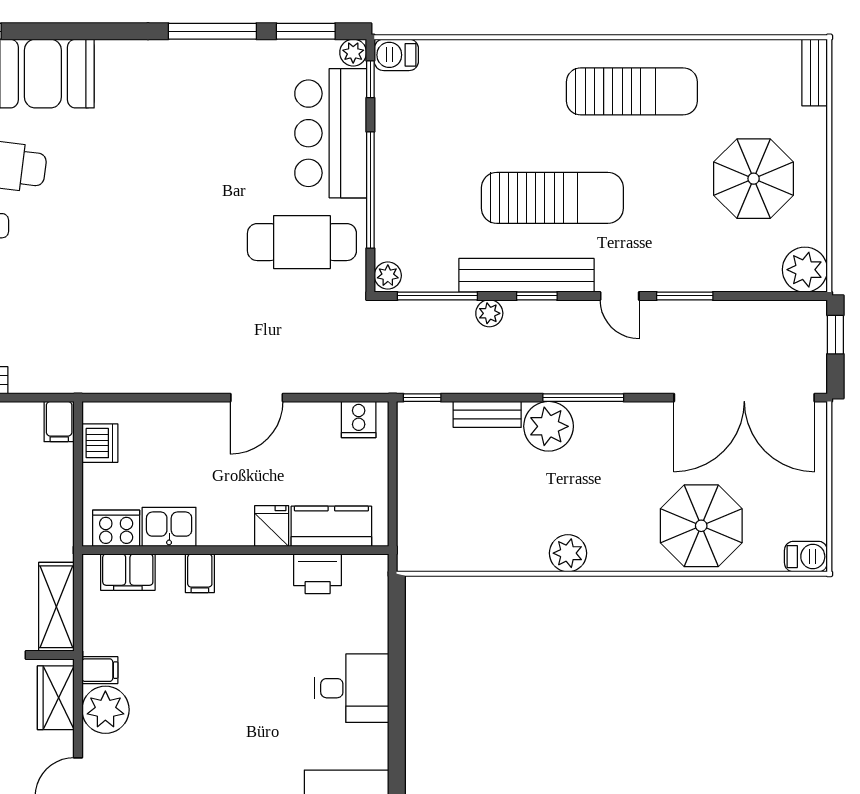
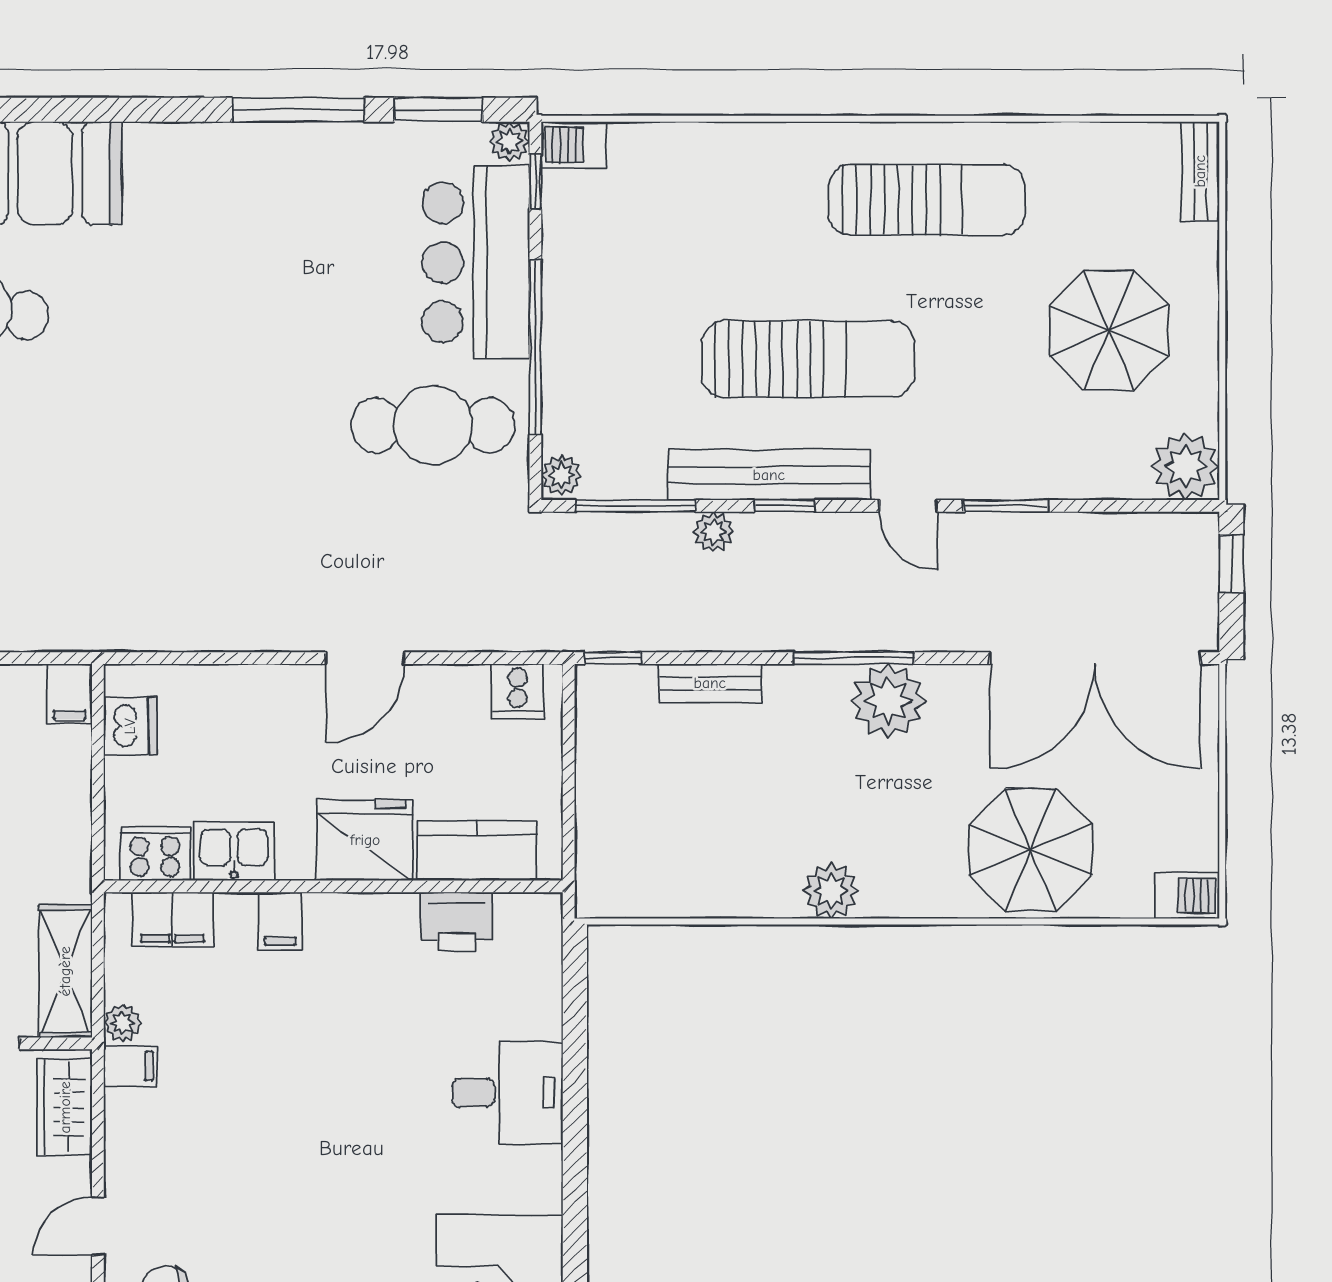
plant: (549, 426) -> (888, 701), moved
fridge: (272, 526) -> (365, 840), width x1.88, depth x1.34
plant: (105, 710) -> (122, 1023), moved, width x0.53, depth x0.53

